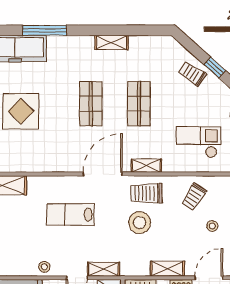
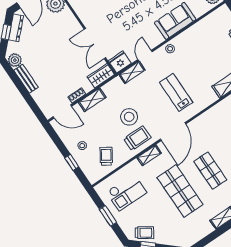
trolley: (192, 74) -> (145, 233), moved
shop shelf: (139, 104) -> (180, 191), width x1.43, depth x1.36
lab bench: (70, 215) -> (176, 92), turned -90
door: (209, 278) -> (62, 112), hinge flipped

